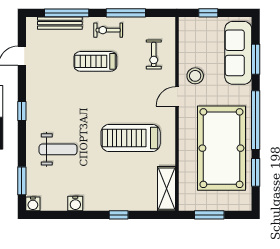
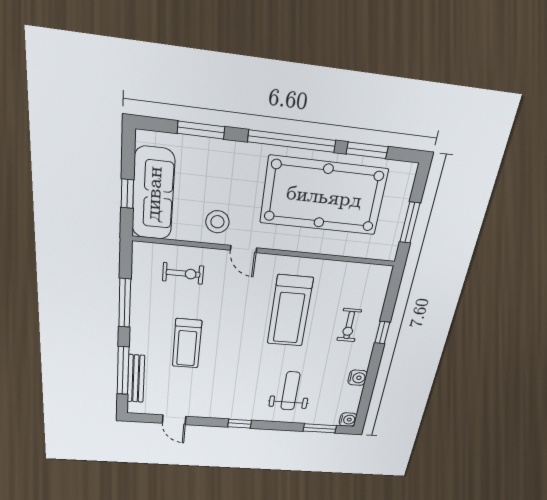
exercise bike: (108, 30) -> (349, 325), moved
sofa: (238, 53) -> (153, 194), moved, turned -90
shelving: (166, 189) -> (363, 274), removed

